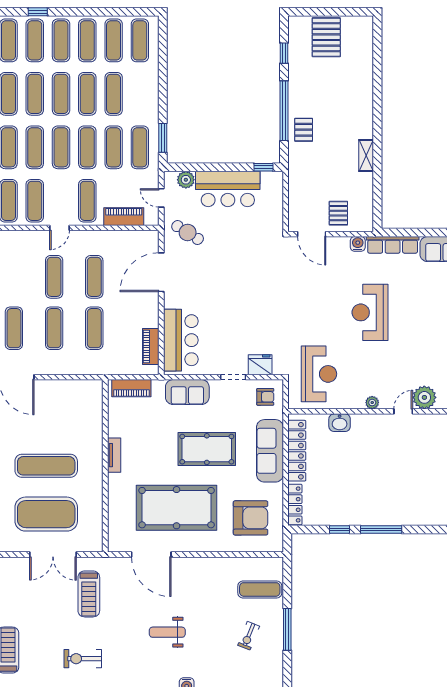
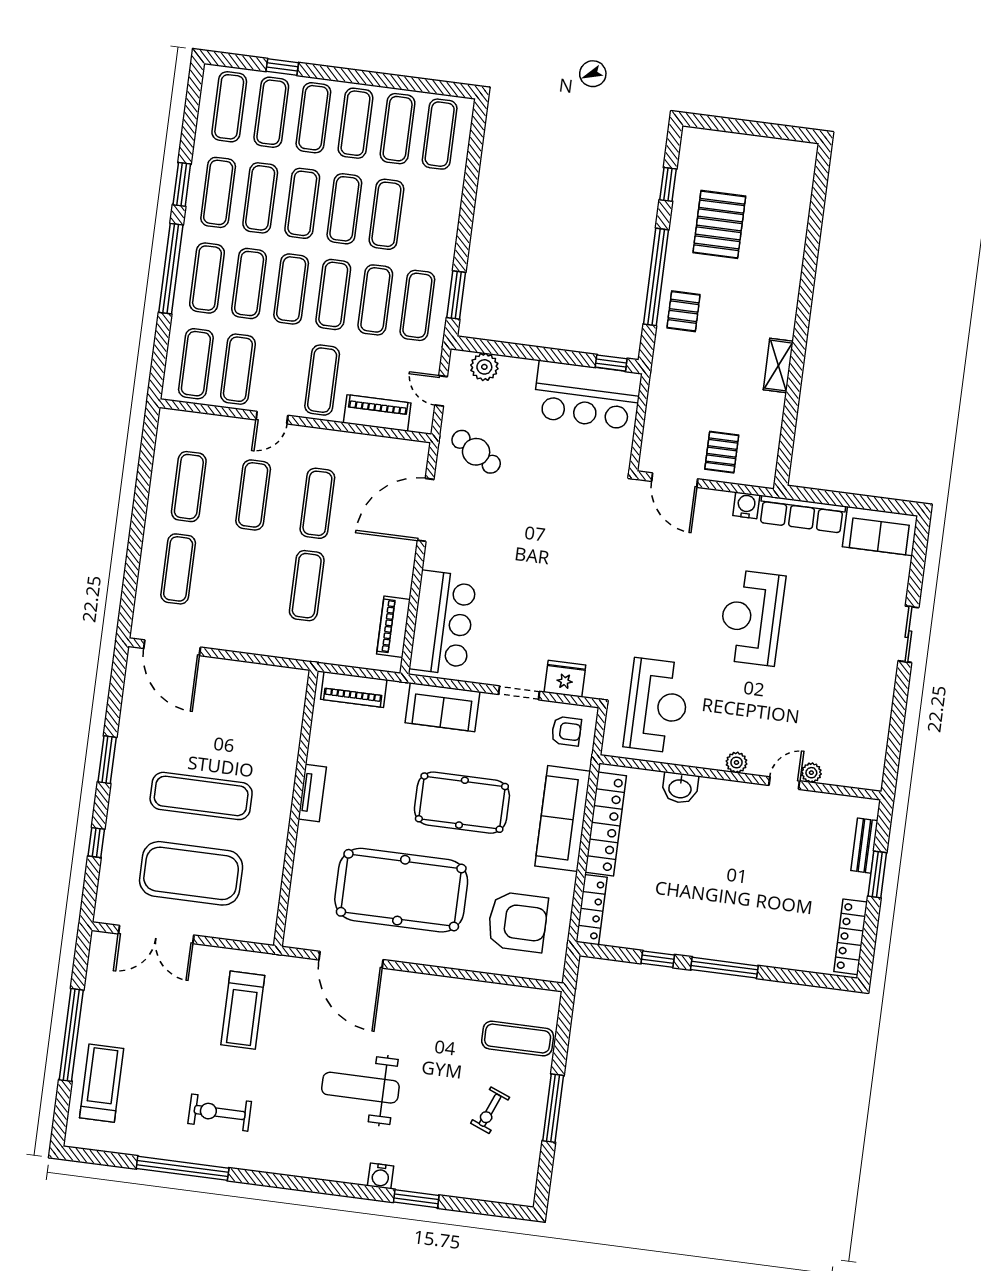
pallet: (326, 37) -> (719, 224), moved
bar counter: (228, 189) -> (587, 395), moved
exercise mat: (54, 328) -> (189, 487), moved
plant: (424, 397) -> (811, 773), width x0.53, depth x0.53
double door: (53, 554) -> (156, 934), moved
weight bench: (167, 632) -> (360, 1088), width x1.36, depth x1.33

